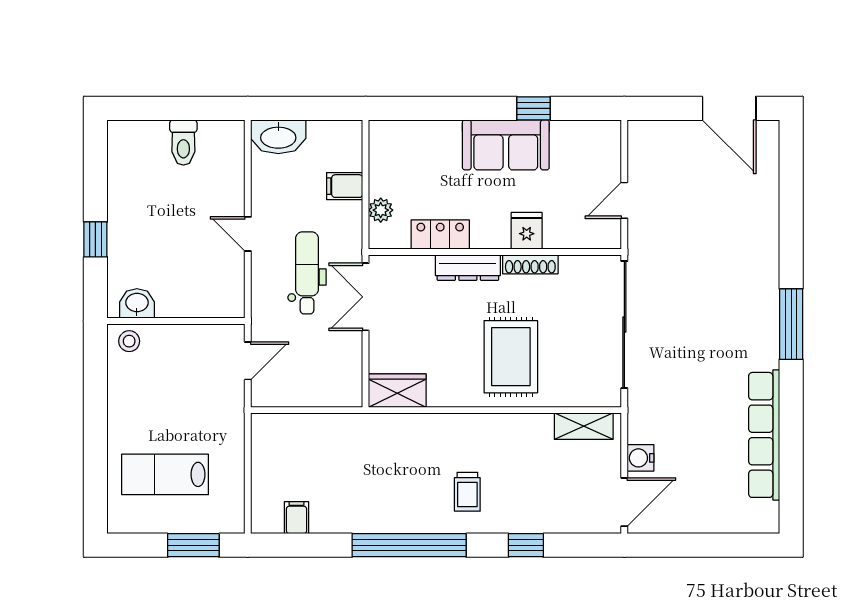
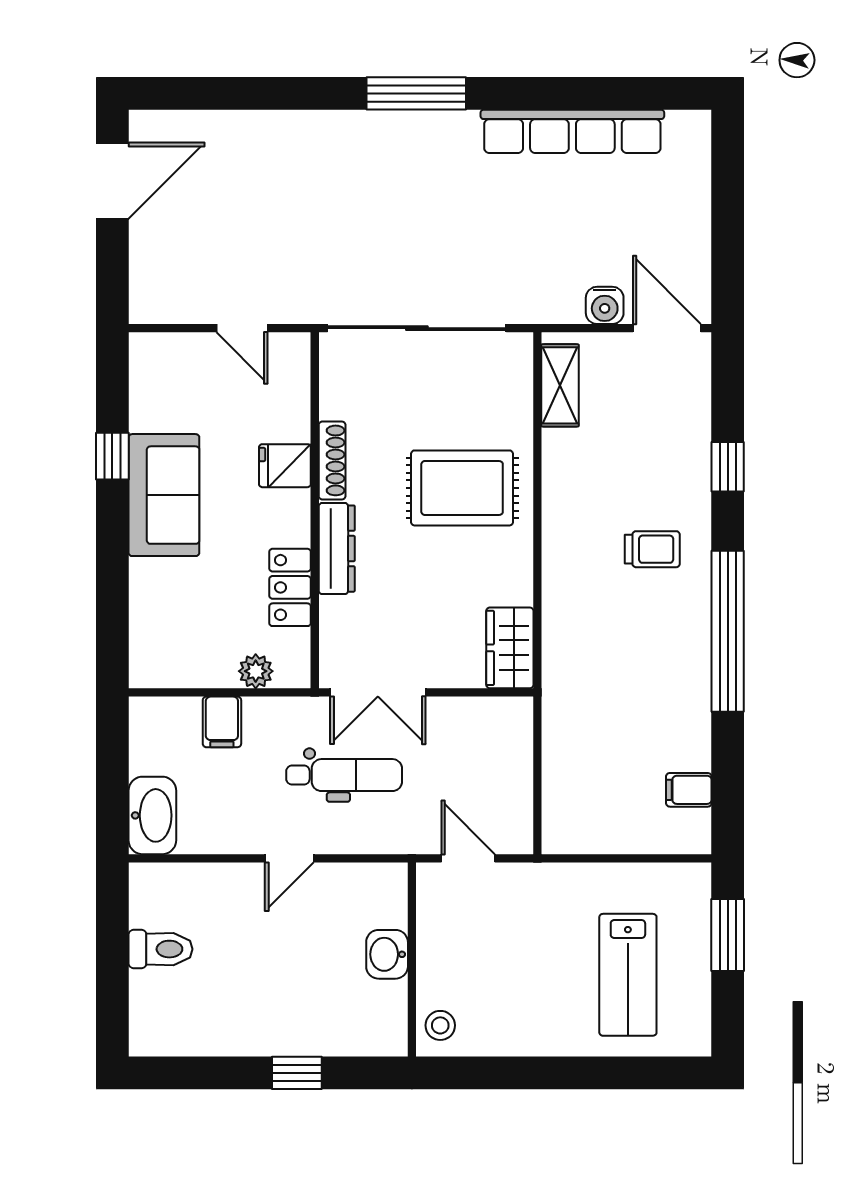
dental chair: (307, 273) -> (344, 775), turned 180
washbasin: (137, 303) -> (387, 954), moved

